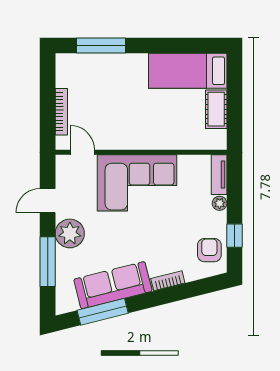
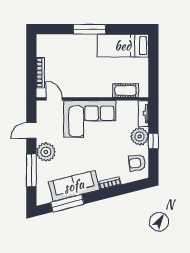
window: (101, 45) -> (90, 29), moved
cot: (216, 109) -> (126, 91), moved, turned 90
plant: (220, 203) -> (140, 136), width x1.88, depth x1.88
window: (234, 236) -> (153, 141), moved
armchair: (209, 250) -> (137, 163), turned -96

